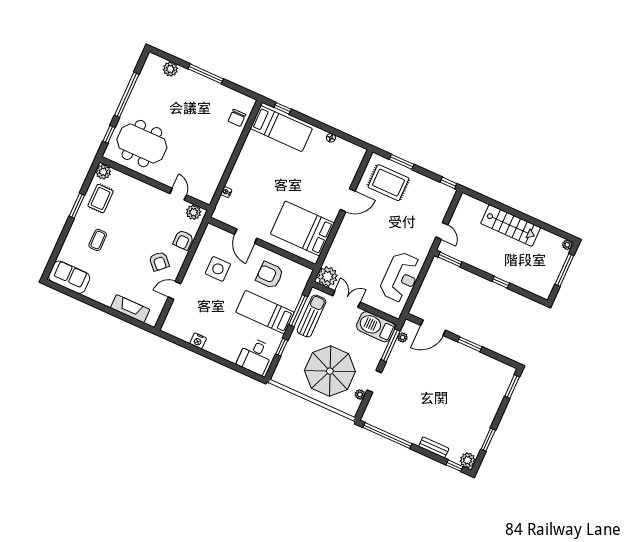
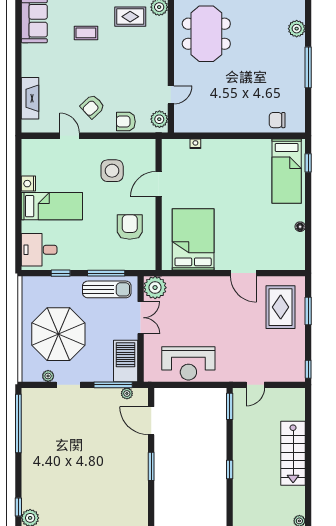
bed: (265, 312) -> (52, 206), moved, turned 90
bench: (434, 447) -> (28, 477), removed

